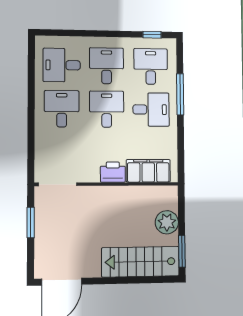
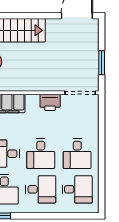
desk: (107, 66) -> (41, 189), turned -90
printer: (113, 172) -> (50, 102), moved

